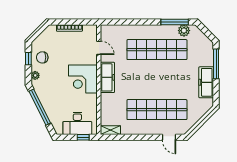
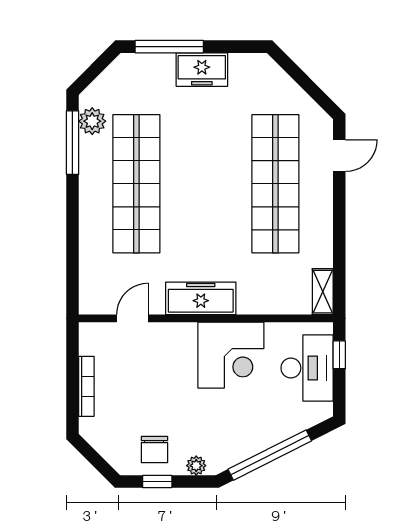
corner desk: (83, 79) -> (231, 355), moved
freezer: (206, 82) -> (202, 70), width x0.71

